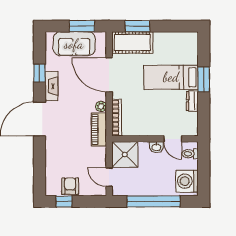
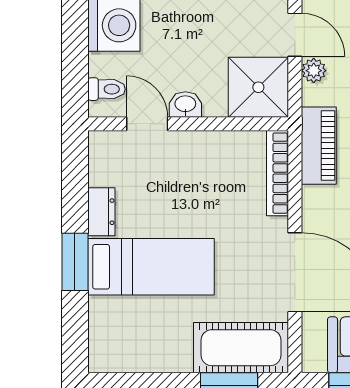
plant: (101, 106) -> (314, 71), moved

